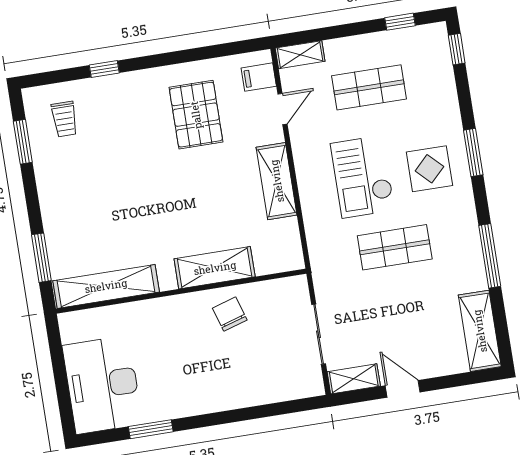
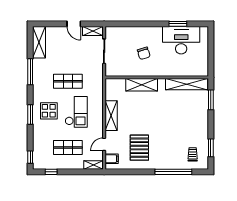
window: (104, 69) -> (173, 172), width x3.17
chair: (230, 314) -> (144, 53), moved
desk: (102, 385) -> (181, 40), moved, turned -90

